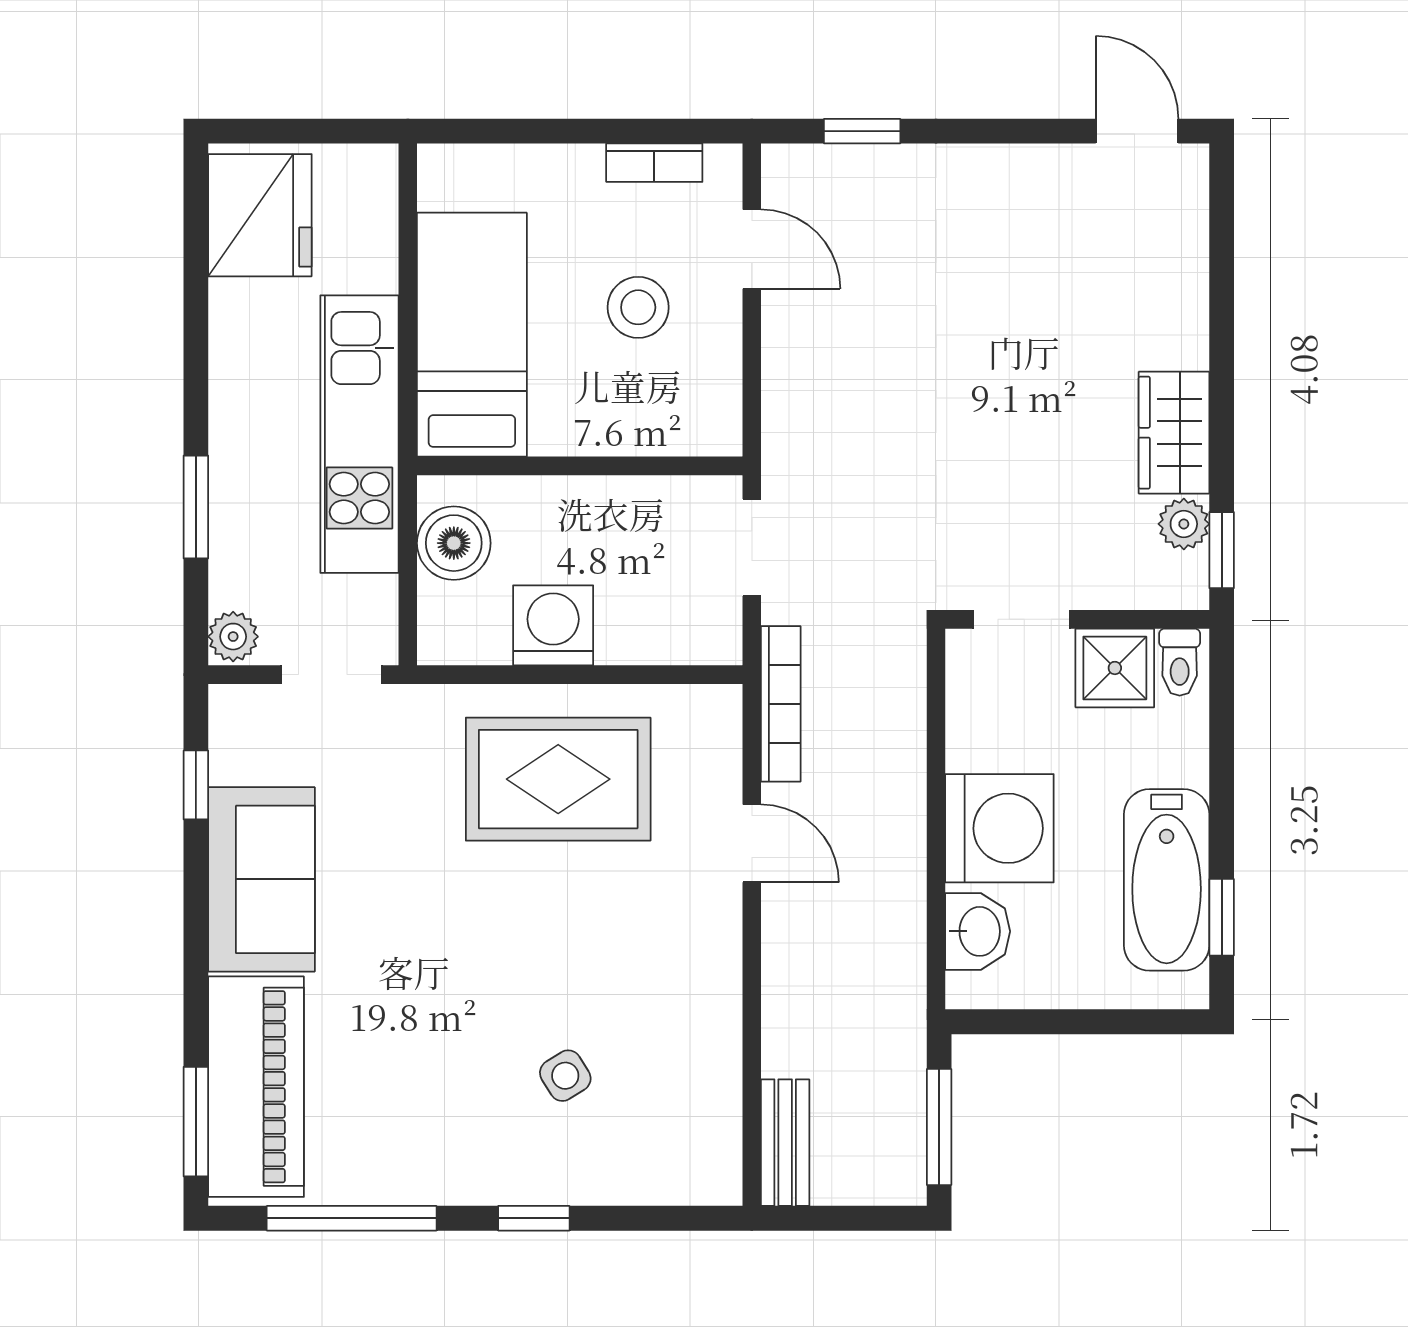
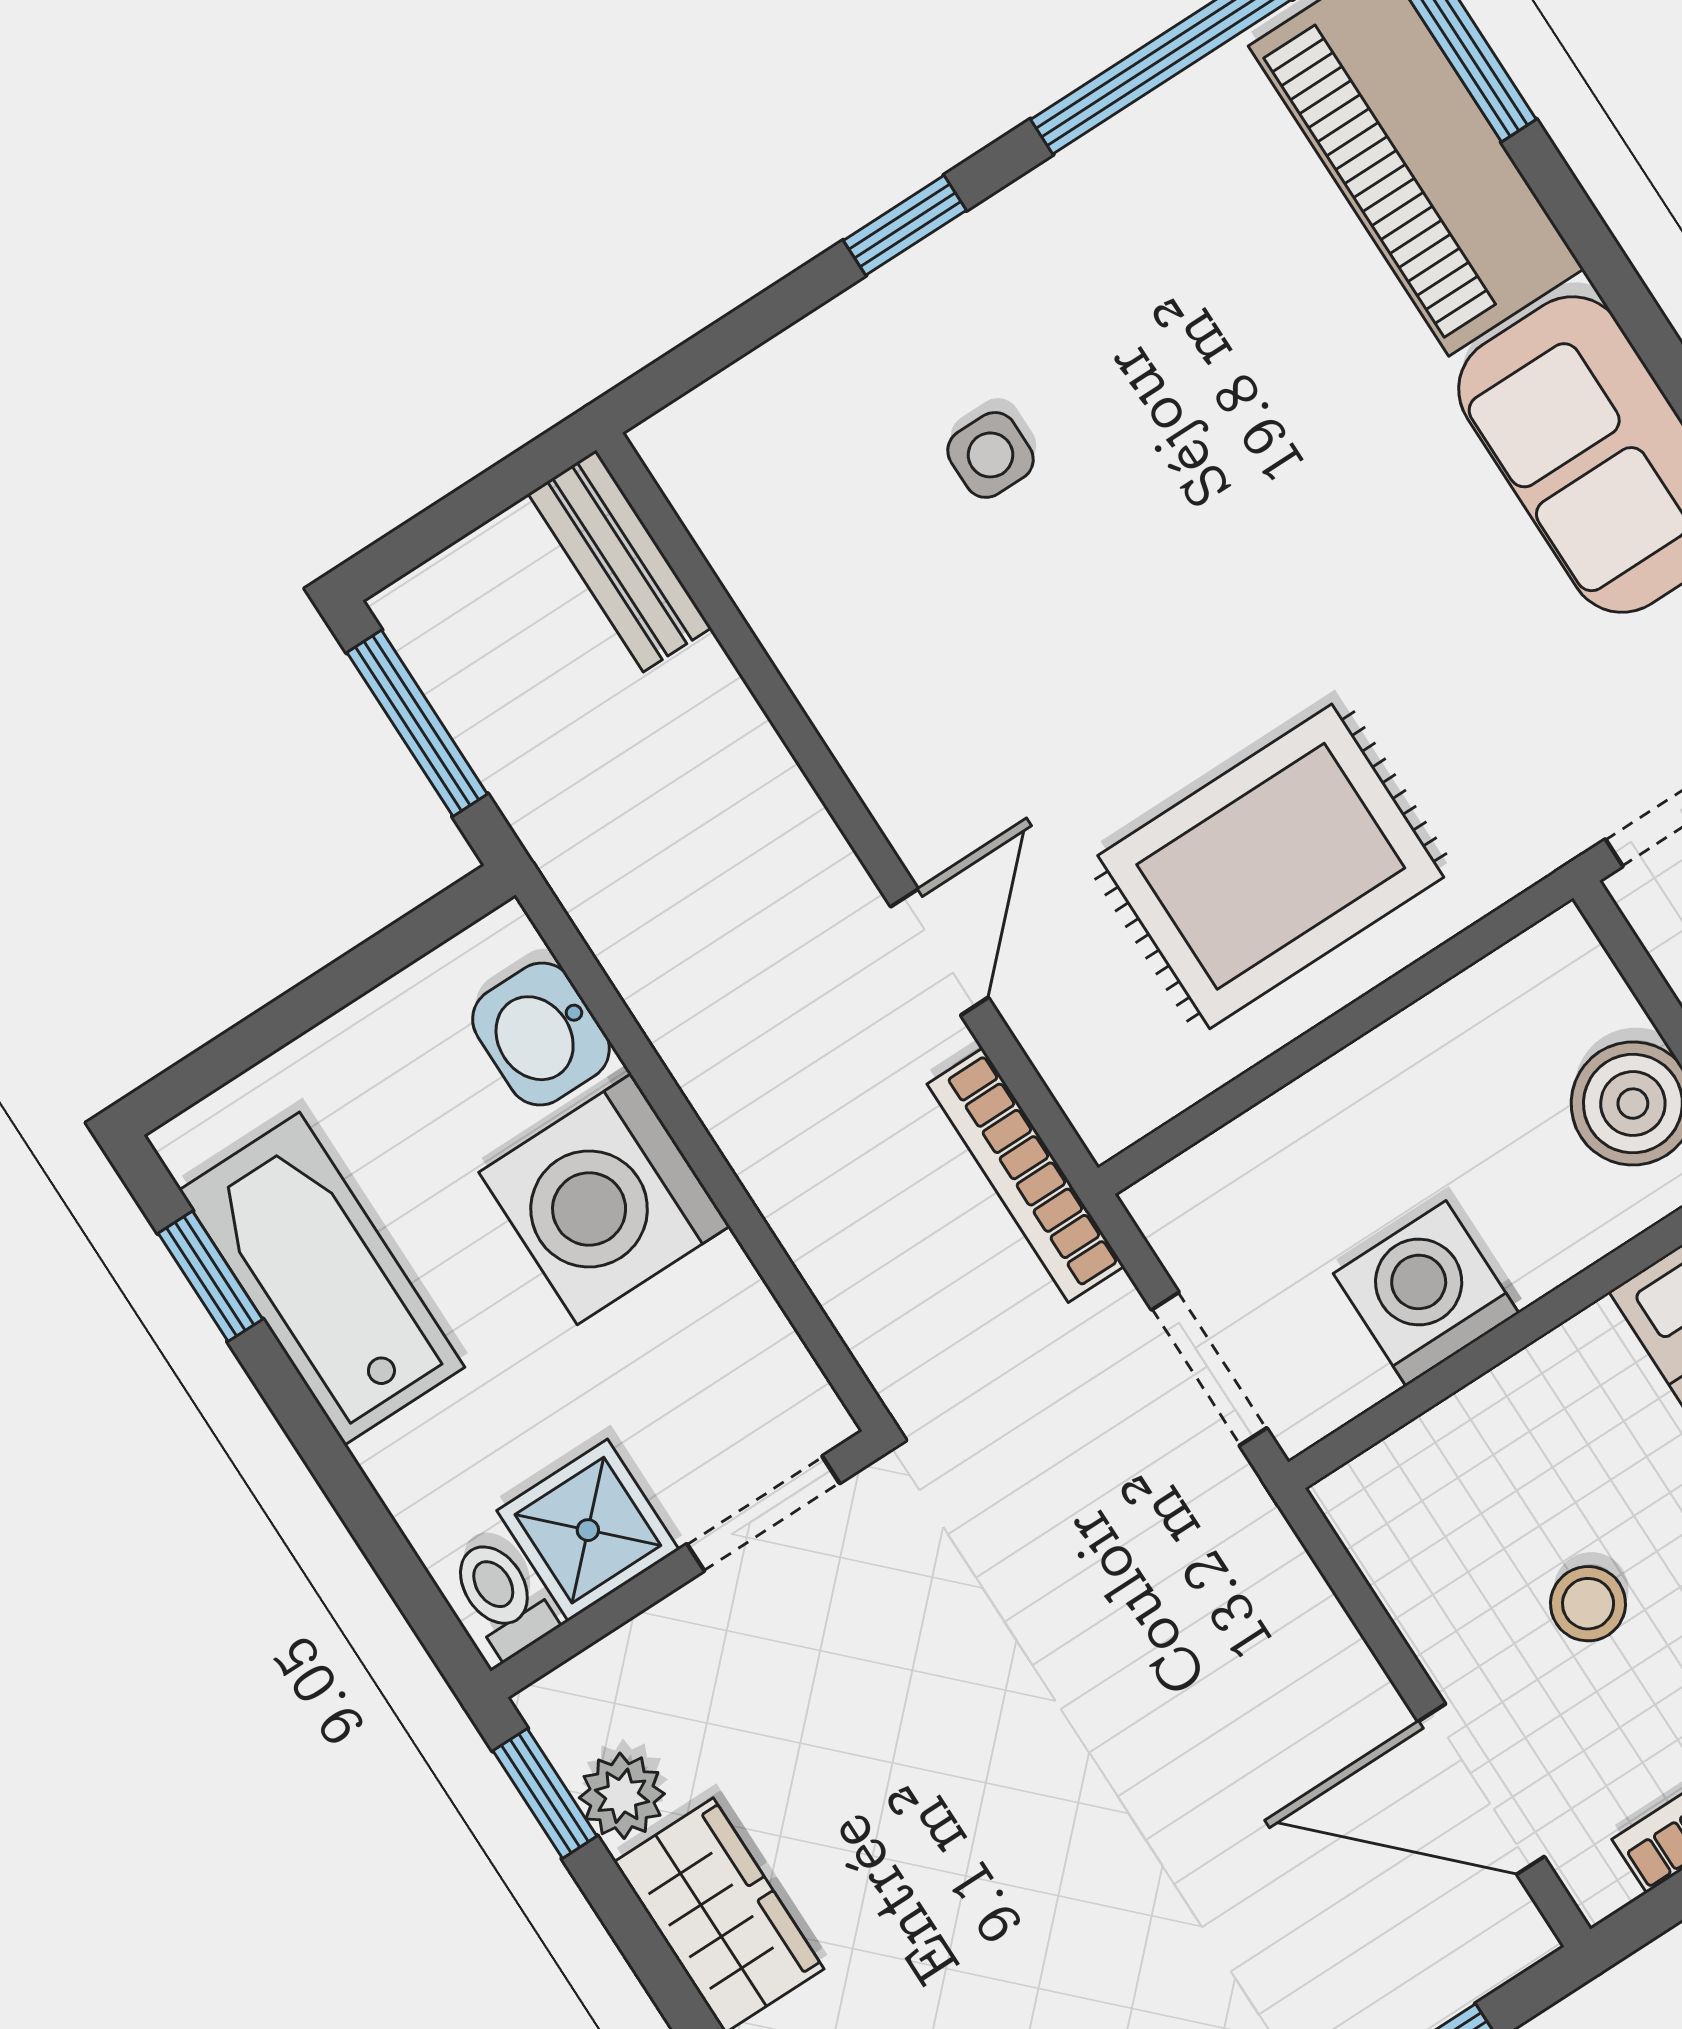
door: (752, 249) -> (1481, 1789), width x1.38
stool: (638, 307) -> (1588, 1604), width x0.73, depth x0.73
washing machine: (553, 625) -> (1426, 1293), moved, turned 180
door: (752, 843) -> (940, 952), swing flipped
side table: (565, 1076) -> (990, 455), turned 32

